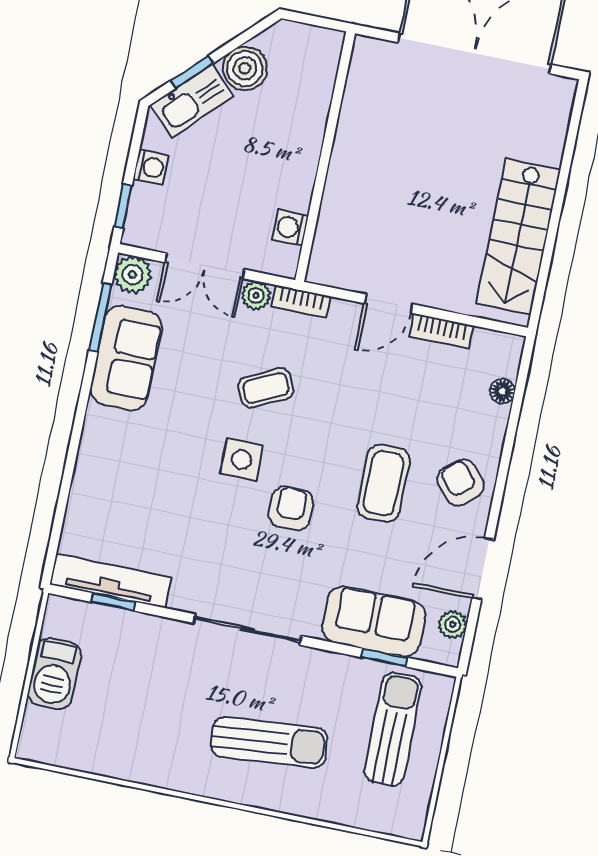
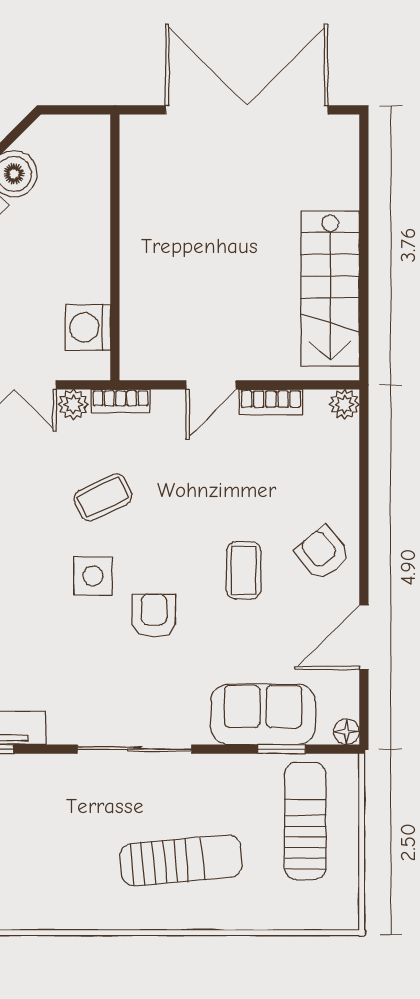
washing machine: (290, 227) -> (88, 327), width x1.38, depth x1.38
floor lamp: (503, 391) -> (347, 732), moved
coffee table: (383, 483) -> (244, 570), width x0.73, depth x0.77
plant: (453, 624) -> (344, 404), moved

